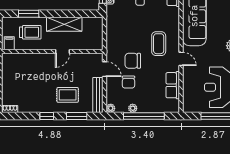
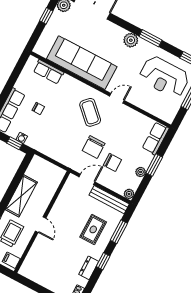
coffee table: (159, 44) -> (90, 112), turned 44
door: (62, 51) -> (41, 225), moved
row of seats: (173, 85) -> (156, 138), moved, turned 90
dresser: (36, 107) -> (89, 268), added
window: (144, 116) -> (154, 165), width x0.47

